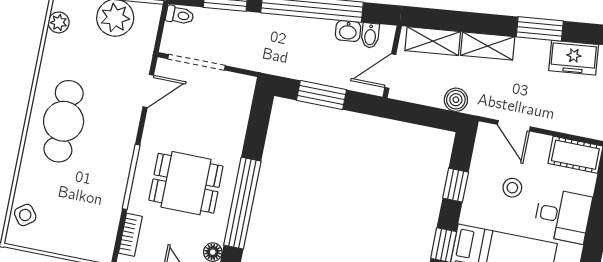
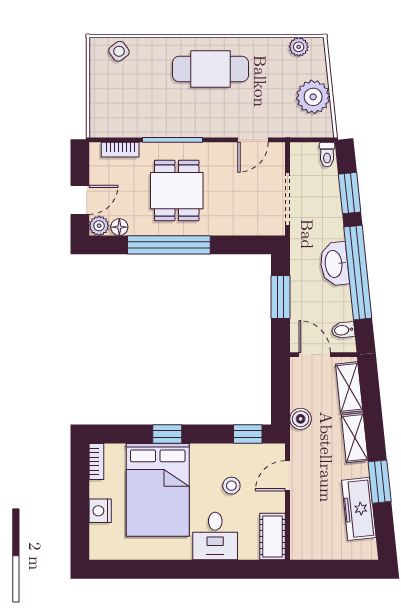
washbasin: (348, 31) -> (334, 264), moved, width x1.91, depth x1.45
freezer: (574, 58) -> (359, 509), width x1.40
doorway: (196, 62) -> (288, 199), moved
door: (148, 91) -> (253, 140), hinge flipped
window: (456, 185) -> (248, 434), moved

